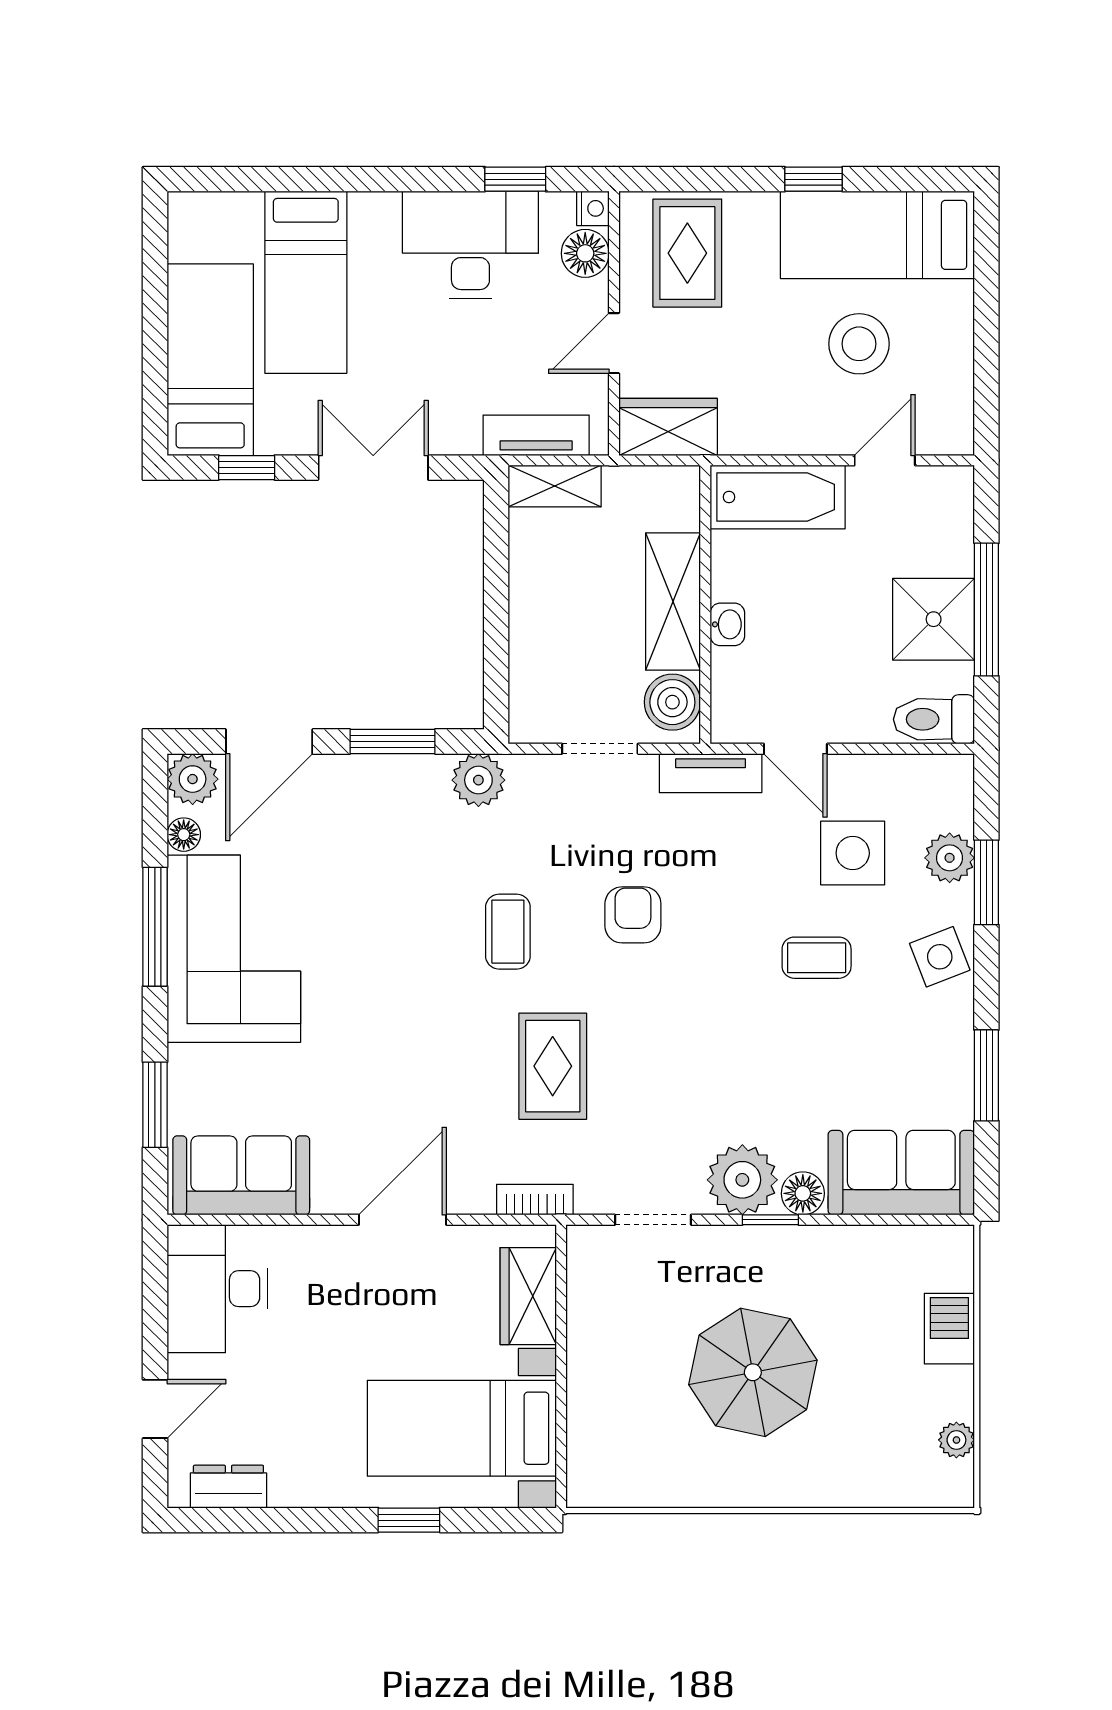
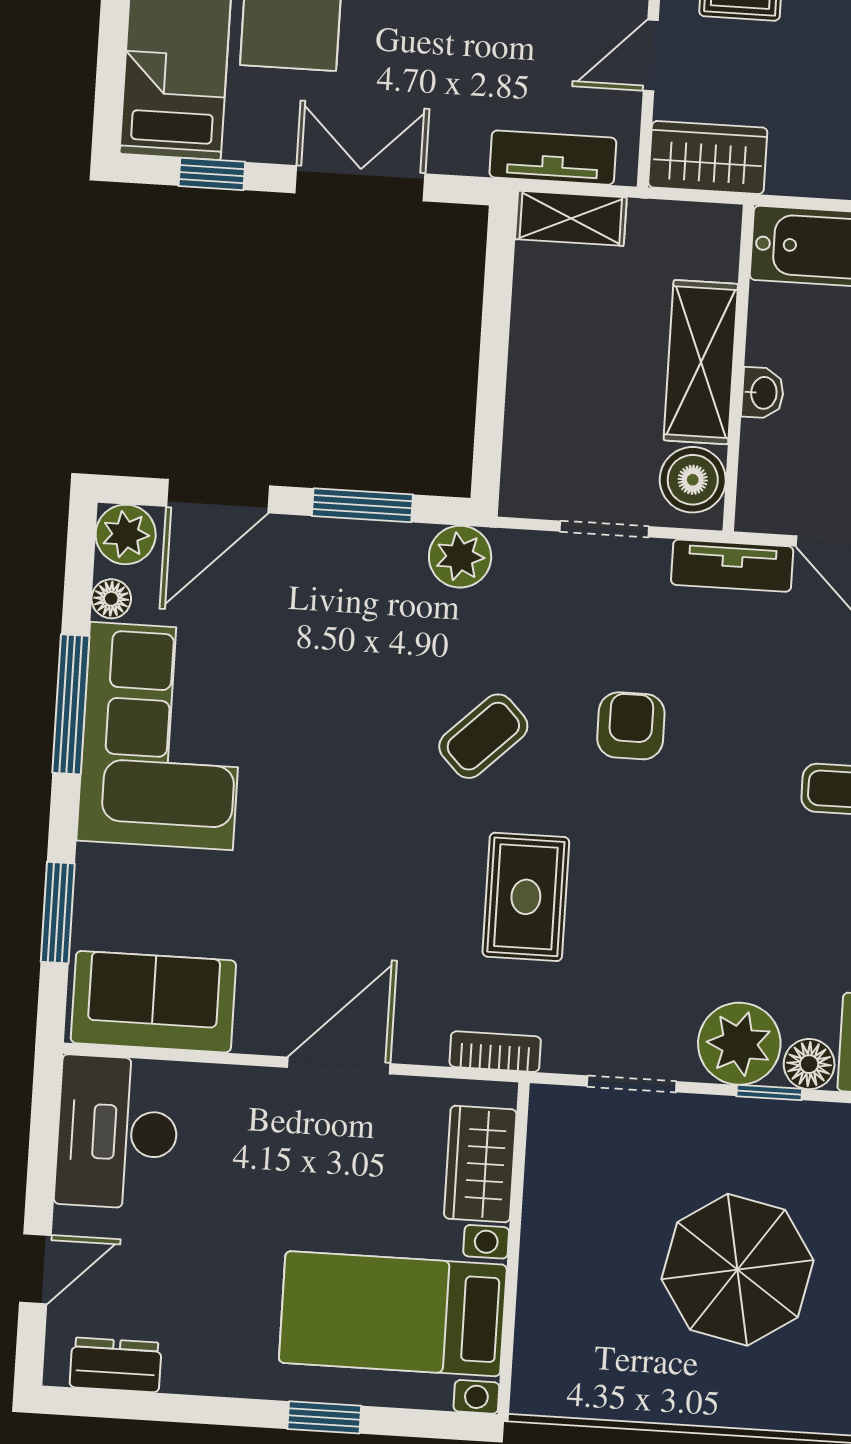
coffee table: (508, 932) -> (483, 736), turned 46

